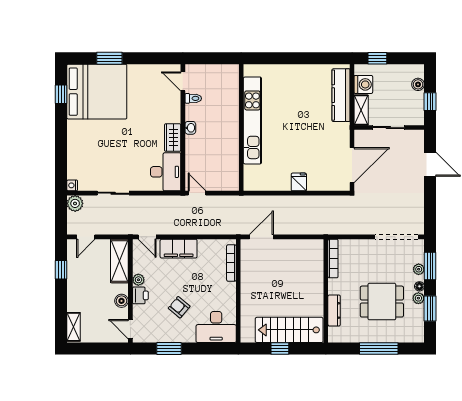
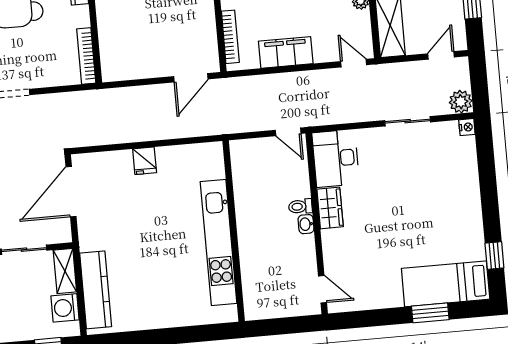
bed: (97, 92) -> (446, 284), width x0.49
toilet: (193, 98) -> (300, 206), moved
filing cabinet: (179, 249) -> (286, 52), moved

